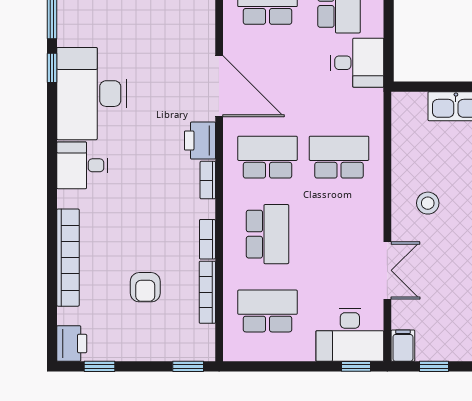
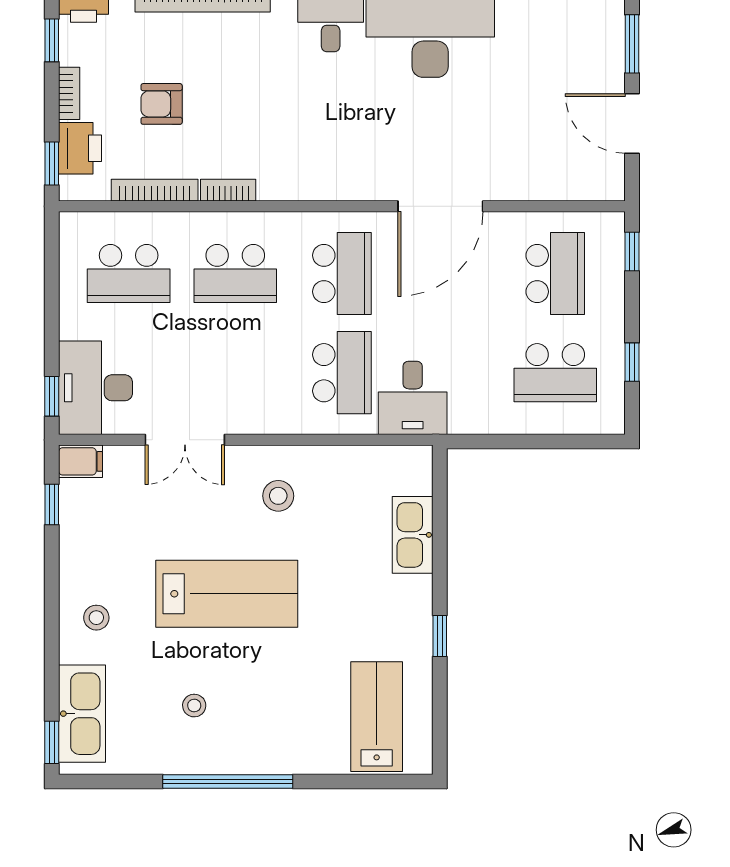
desk: (357, 63) -> (413, 398), moved
printer: (200, 141) -> (80, 148), moved, turned 90
bookcase: (208, 180) -> (69, 93), moved, turned 90
school desk: (267, 311) -> (129, 274), turned 90

